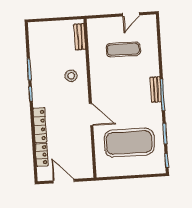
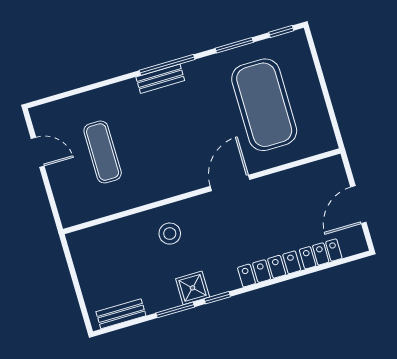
bench: (80, 37) -> (121, 314), moved
shower: (39, 81) -> (193, 288), added

